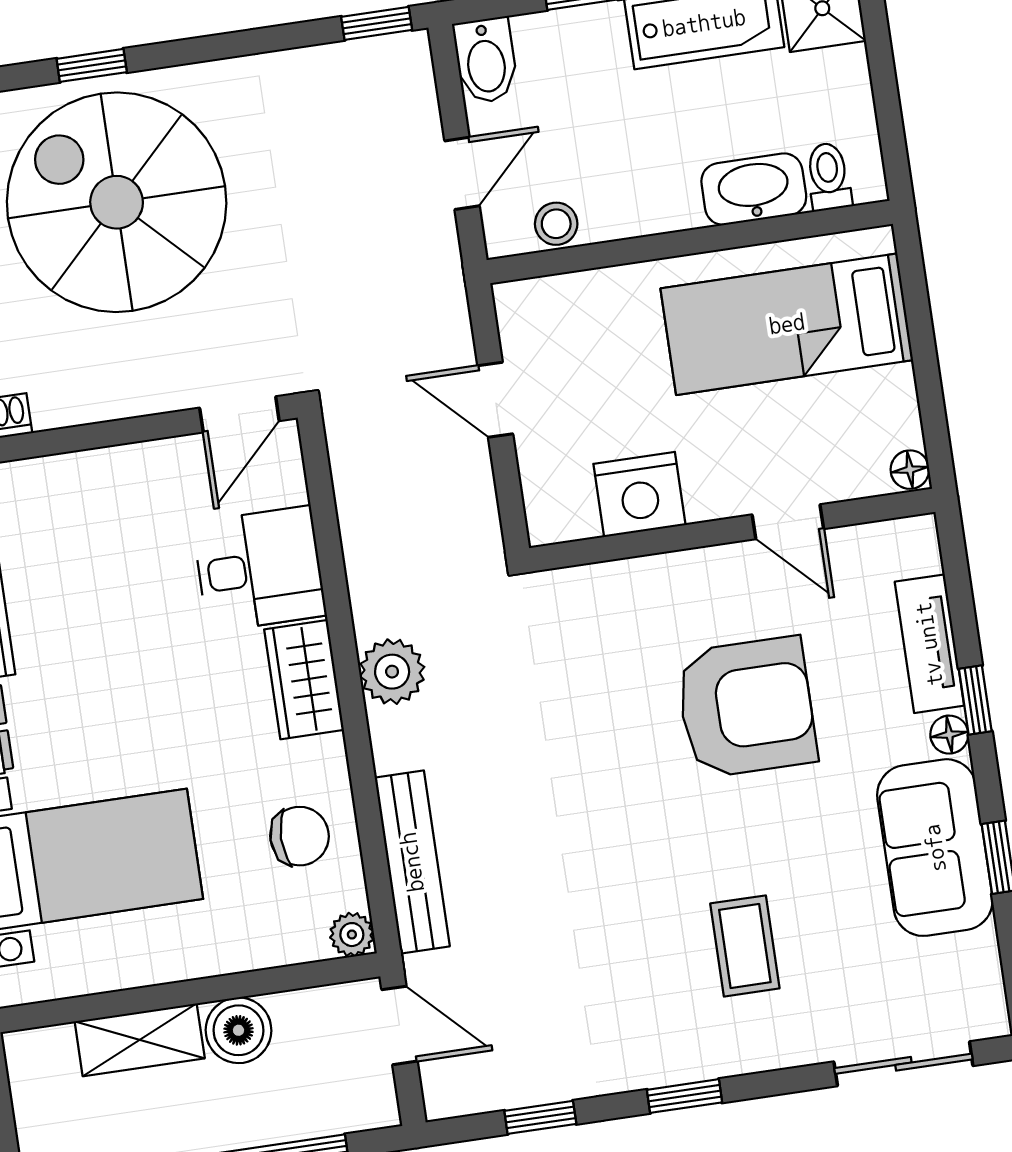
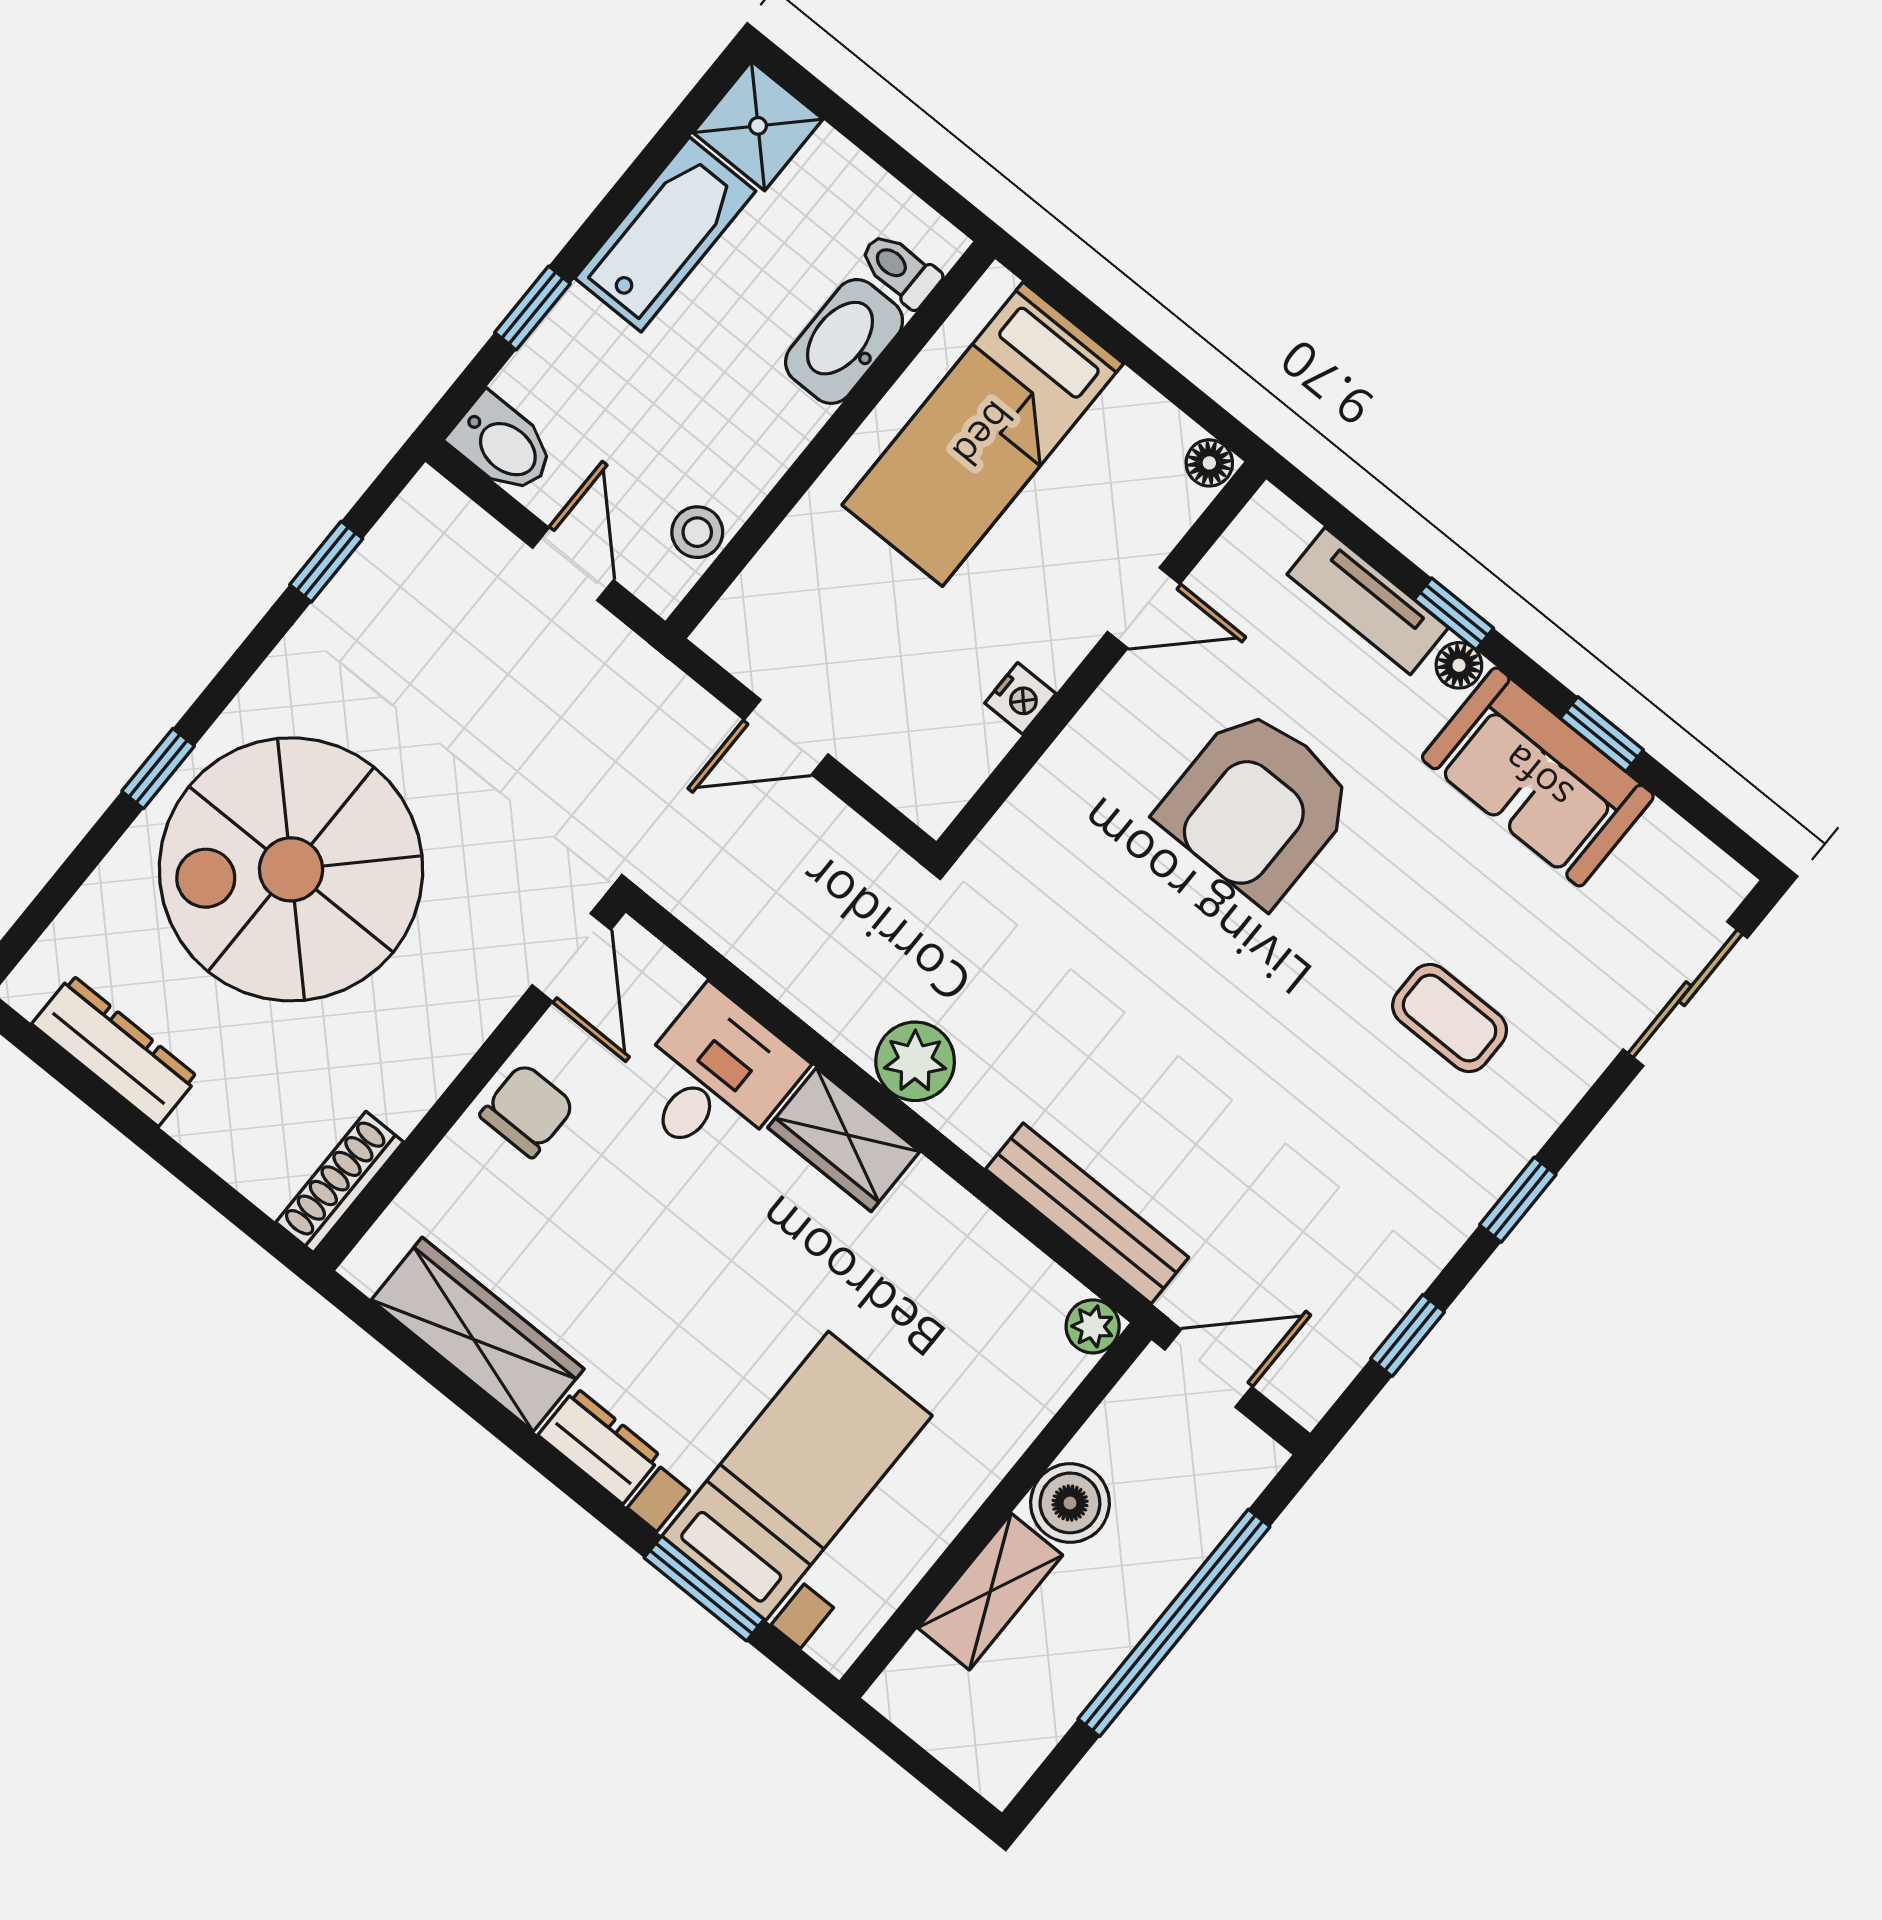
window: (377, 23) -> (326, 562), moved
nightstand: (640, 494) -> (1020, 698), width x0.53, depth x0.56
armchair: (746, 707) -> (1257, 806), turned 180
chair: (300, 836) -> (527, 1110), moved

